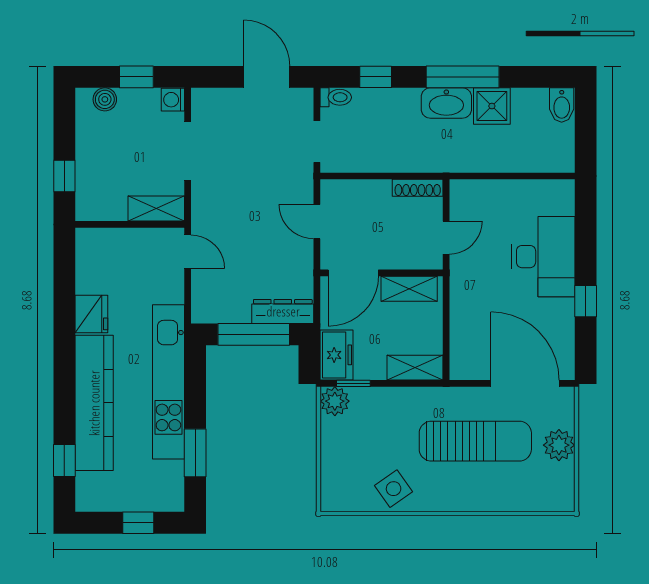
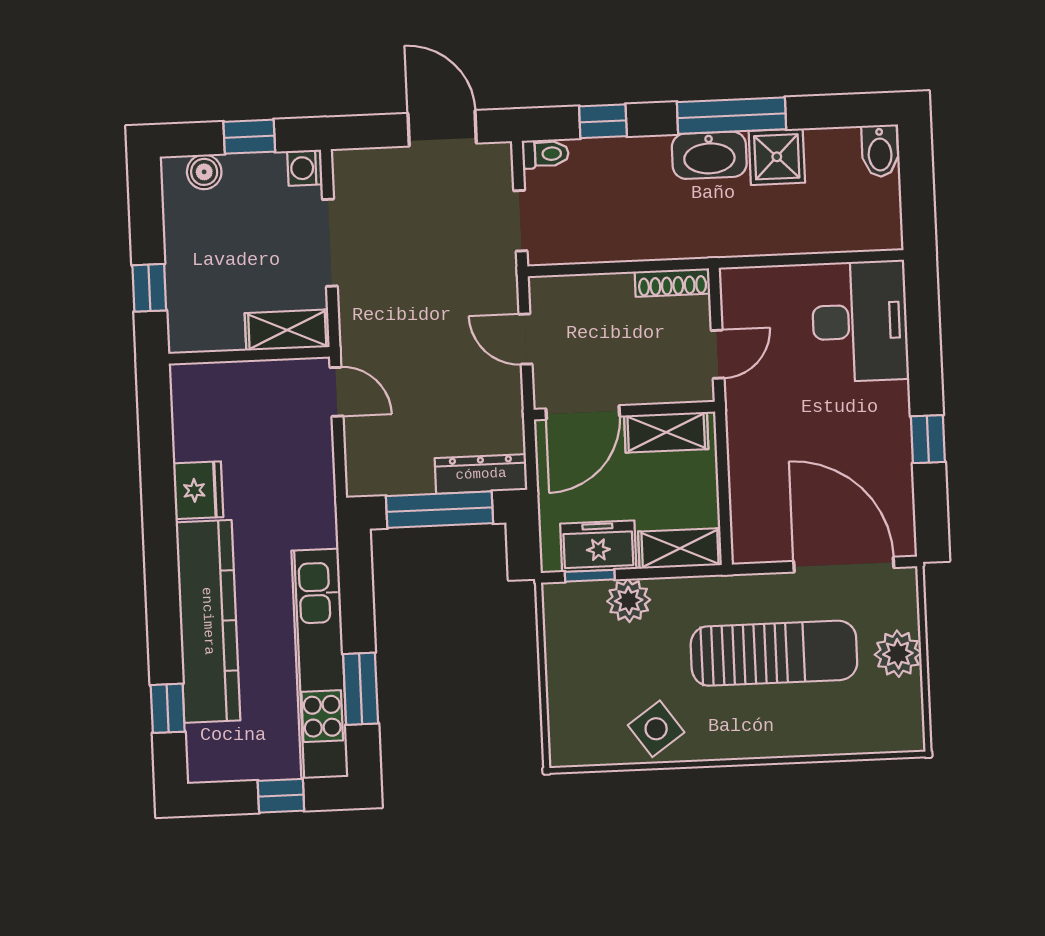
desk: (543, 257) -> (860, 321), moved
freezer: (336, 355) -> (598, 546), moved, turned -90
kitchen unit: (168, 382) -> (320, 664), moved
plant: (335, 401) -> (629, 600), moved

